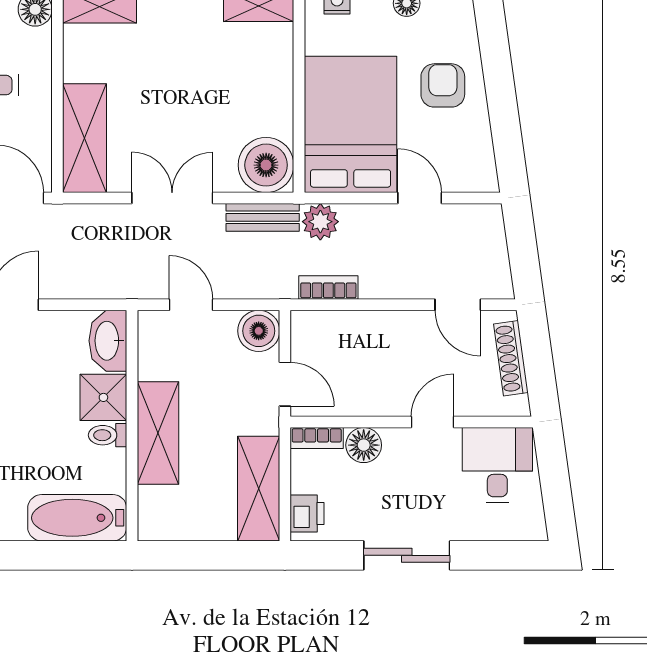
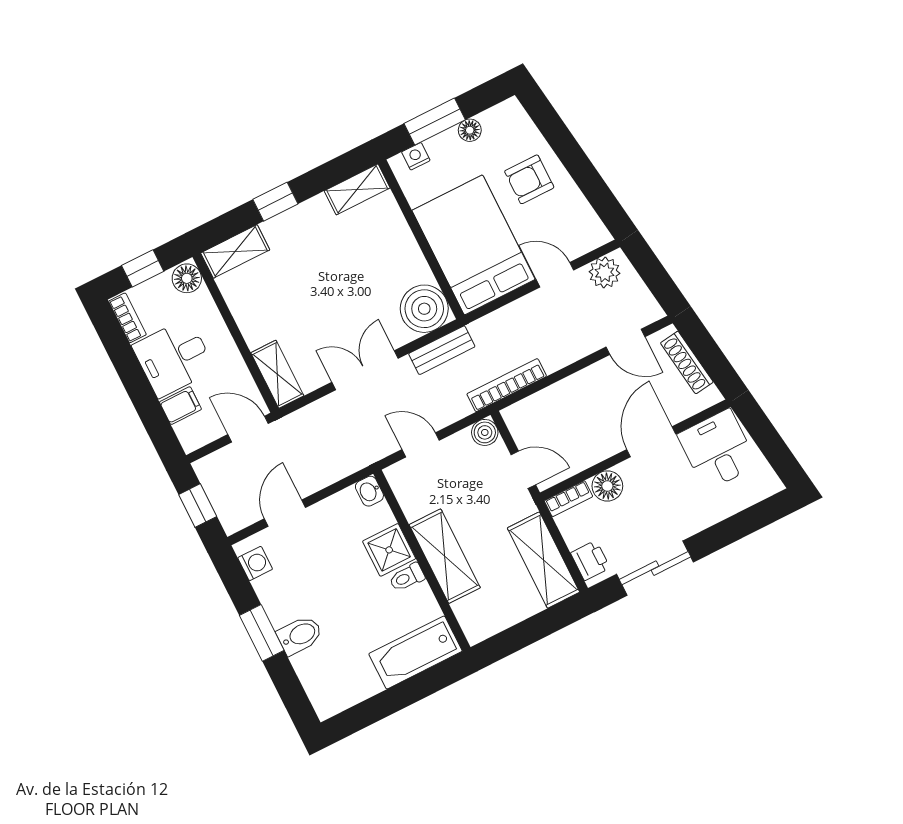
armchair: (443, 85) -> (529, 179), turned -90
shelving: (85, 138) -> (277, 374), width x0.67, depth x0.75
plant: (320, 222) -> (605, 273), moved
bookcase: (328, 288) -> (507, 385), width x1.56
boiler: (259, 331) -> (485, 432), width x0.73, depth x0.73
washbasin: (108, 341) -> (369, 491), width x0.52, depth x0.69
door: (432, 422) -> (651, 442), width x1.37
sliding door: (407, 555) -> (655, 568), moved

